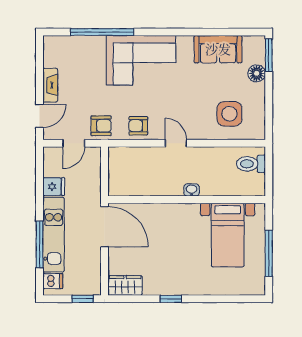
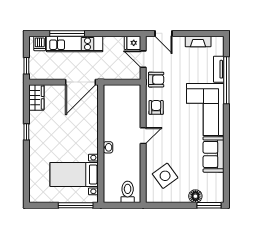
tv unit: (87, 42) -> (219, 69), added
sofa: (218, 49) -> (214, 154), moved
fireplace: (50, 85) -> (198, 41), moved
side table: (229, 114) -> (165, 176), turned -36
armchair: (101, 126) -> (156, 80), turned -90
fridge: (54, 187) -> (132, 43), moved, turned 90
window: (269, 253) -> (76, 205), moved

